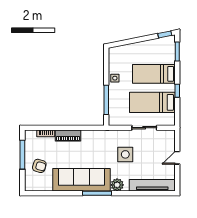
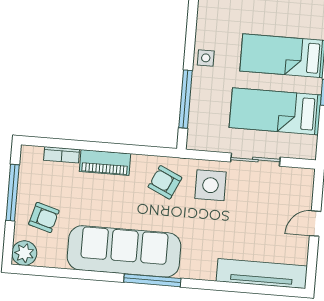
armchair: (99, 143) -> (165, 182), added
side table: (125, 154) -> (210, 185), moved
plant: (117, 185) -> (24, 253), moved

